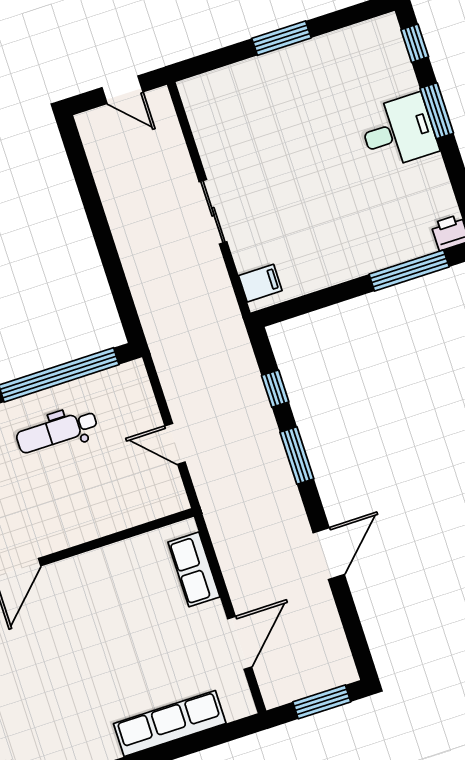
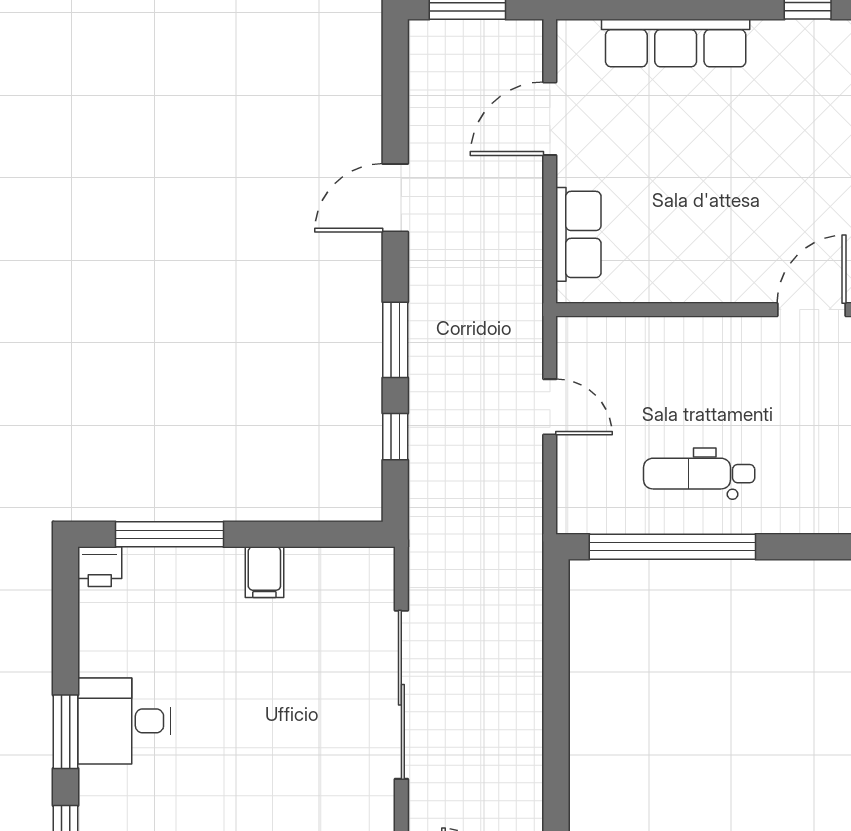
sliding door: (213, 212) -> (401, 695), width x1.86
filing cabinet: (260, 283) -> (264, 572), moved, turned -90
dental chair: (57, 431) -> (699, 474), turned 180

